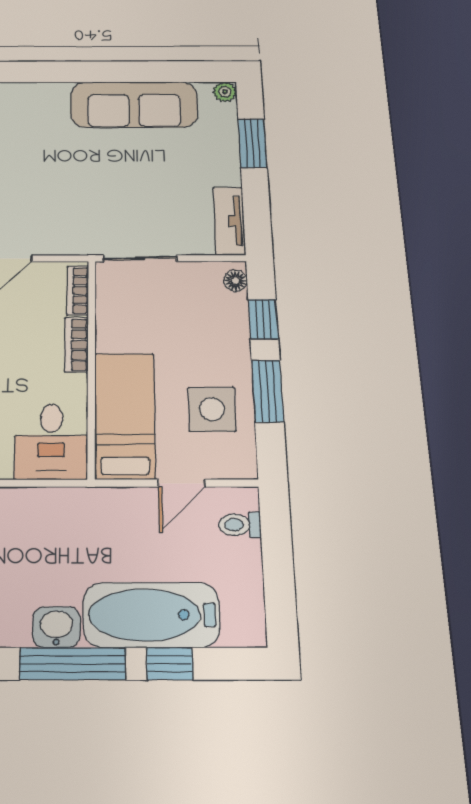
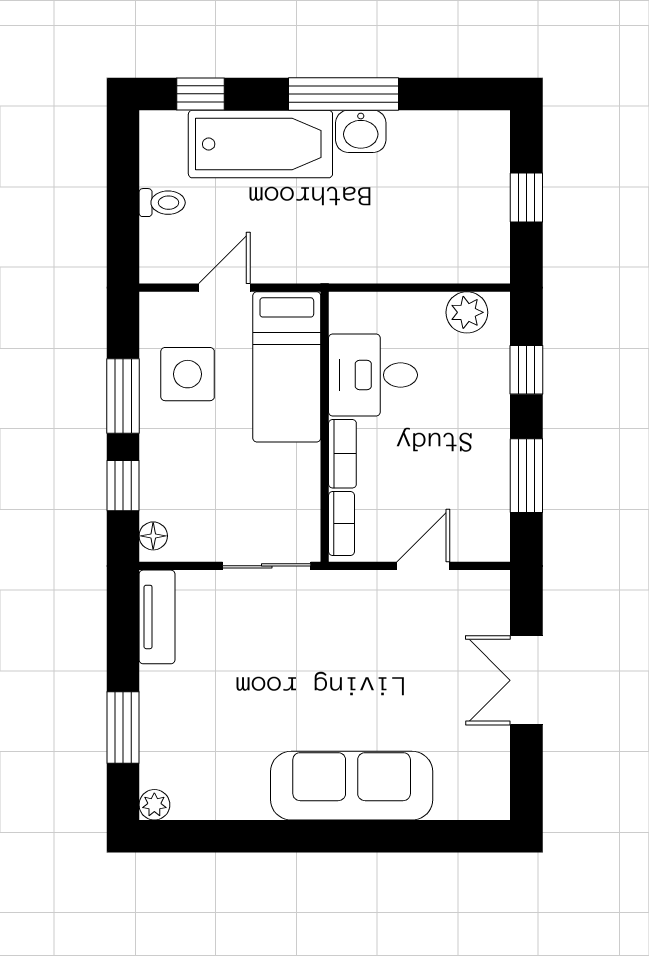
sofa: (134, 105) -> (352, 786), moved
desk: (51, 441) -> (373, 375), moved, turned -90
toilet: (240, 525) -> (162, 203), moved
window: (170, 664) -> (200, 94), moved

